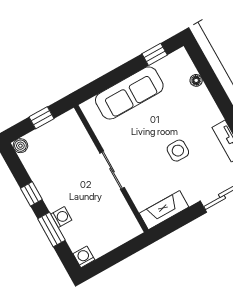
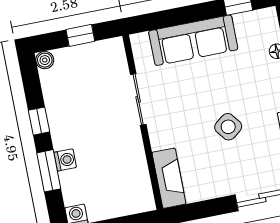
side table: (178, 151) -> (228, 127), turned -38
sliding door: (112, 170) -> (138, 99), moved
fireplace: (164, 210) -> (169, 178), moved, turned 90

